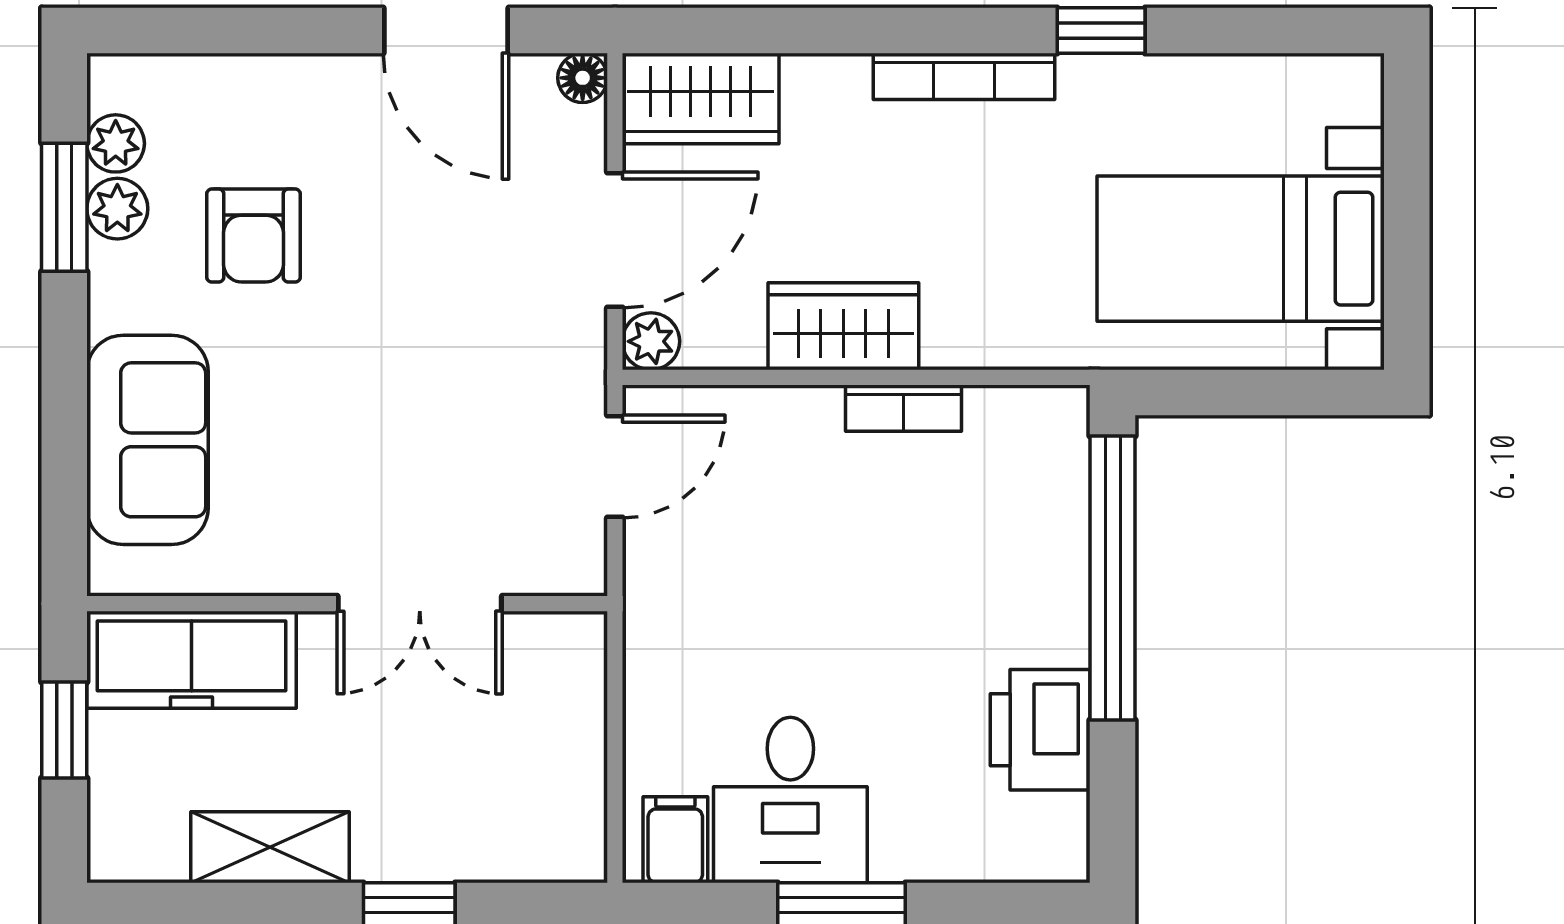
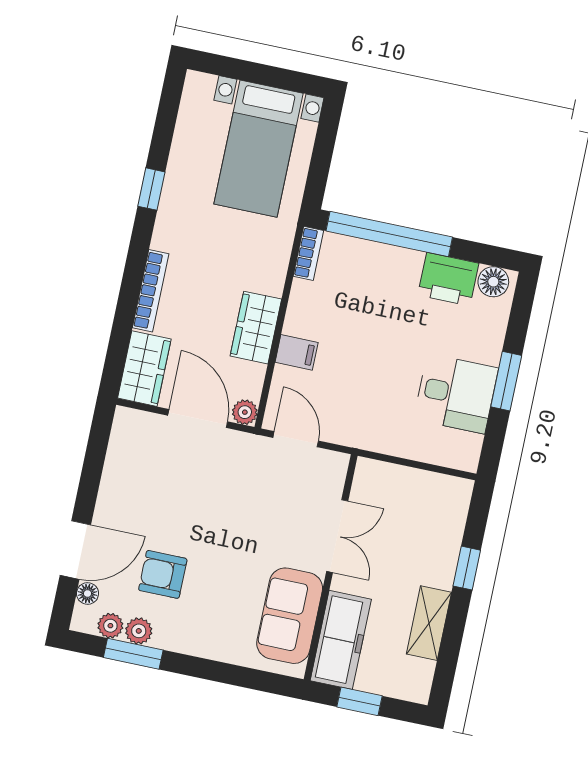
door: (446, 31) -> (75, 550), moved
bookcase: (964, 76) -> (151, 291), moved
floor lamp: (583, 78) -> (88, 593), moved
armchair: (253, 236) -> (163, 574), turned 180
bookcase: (904, 408) -> (308, 253), moved
sofa: (147, 440) -> (290, 616), moved, turned -90
floor lamp: (1056, 830) -> (493, 282), added
filing cabinet: (675, 840) -> (297, 352), moved, turned 180

